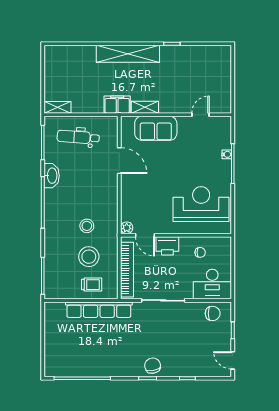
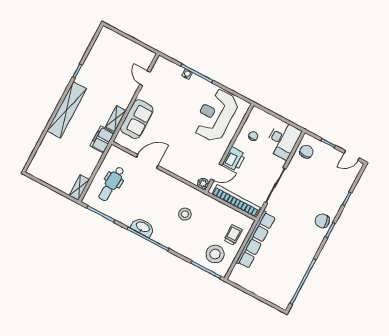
washbasin: (52, 176) -> (143, 227), moved
stool: (89, 257) -> (215, 254), moved

